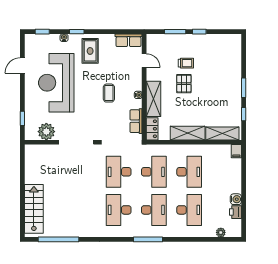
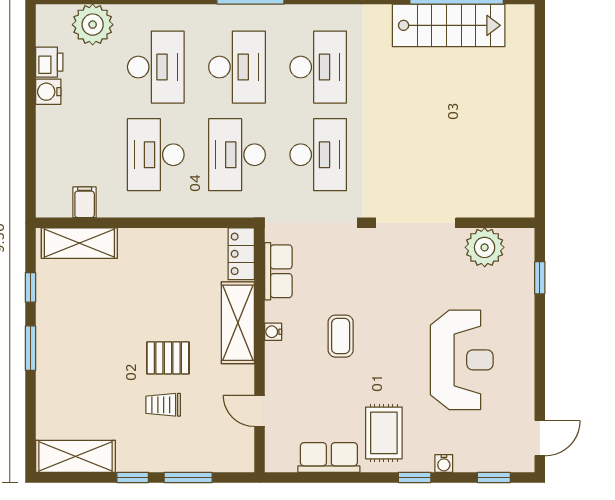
row of seats: (128, 40) -> (329, 457), moved
door: (22, 66) -> (540, 438), moved
reception desk: (56, 83) -> (462, 360), width x0.74, depth x0.77
pallet: (184, 84) -> (168, 358), turned 90
shelving: (188, 133) -> (75, 456), moved
filing cabinet: (236, 151) -> (85, 202), moved
stairs: (34, 209) -> (449, 25), moved, turned -90
desk: (154, 210) -> (237, 67), turned 180
desk: (189, 210) -> (156, 67), turned 180
plant: (221, 232) -> (93, 25), width x1.88, depth x1.88

